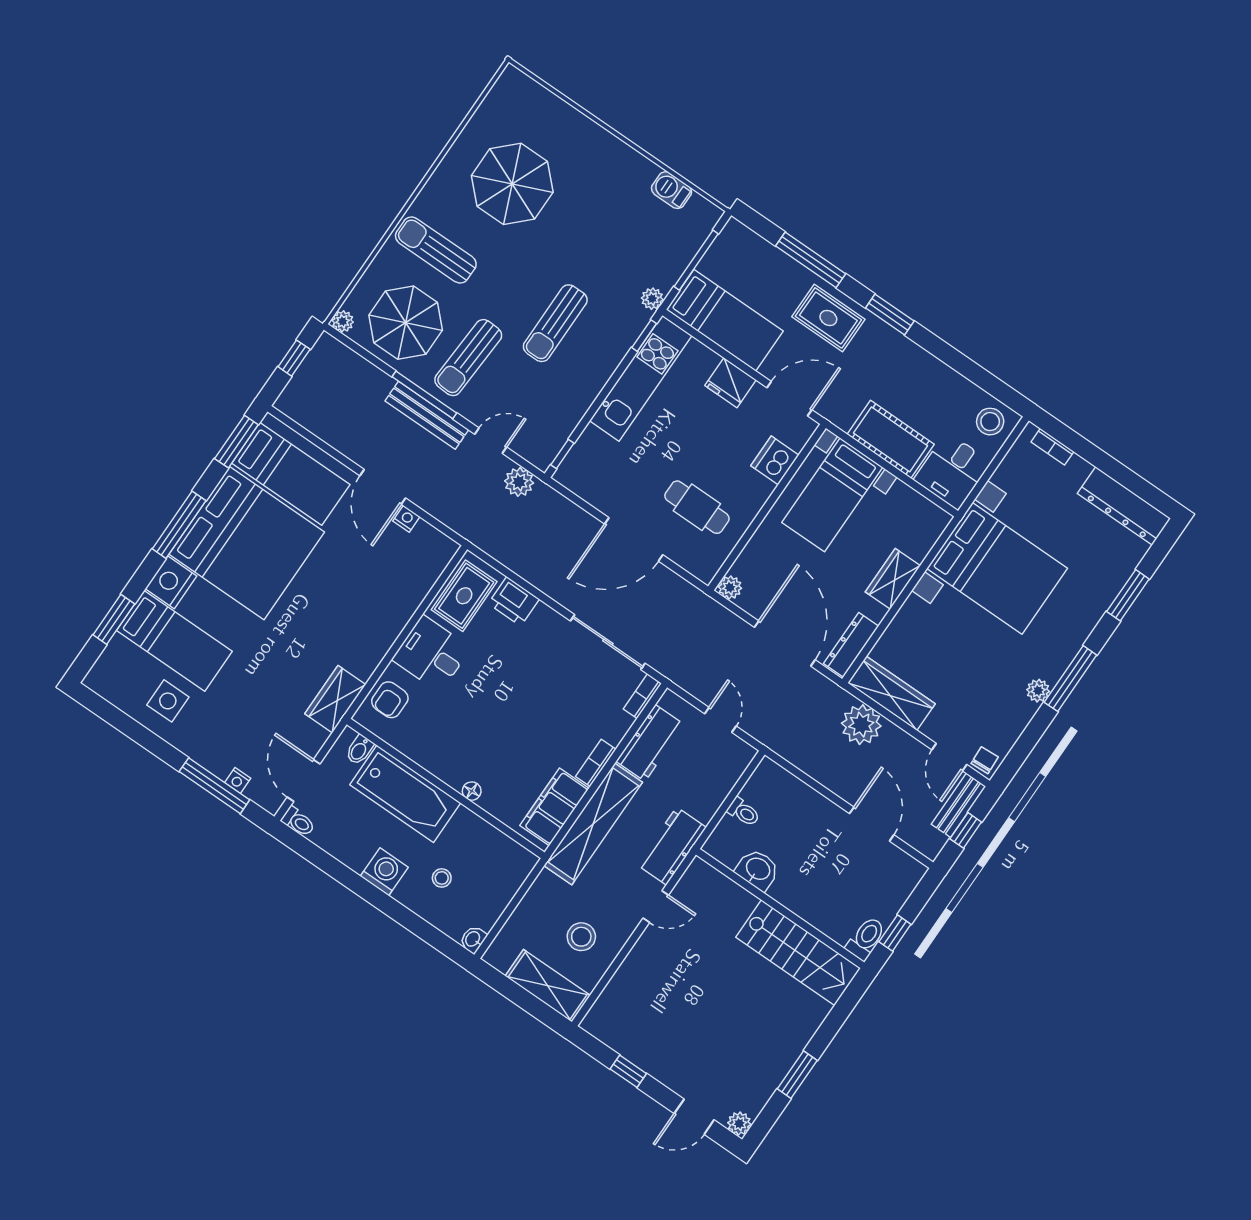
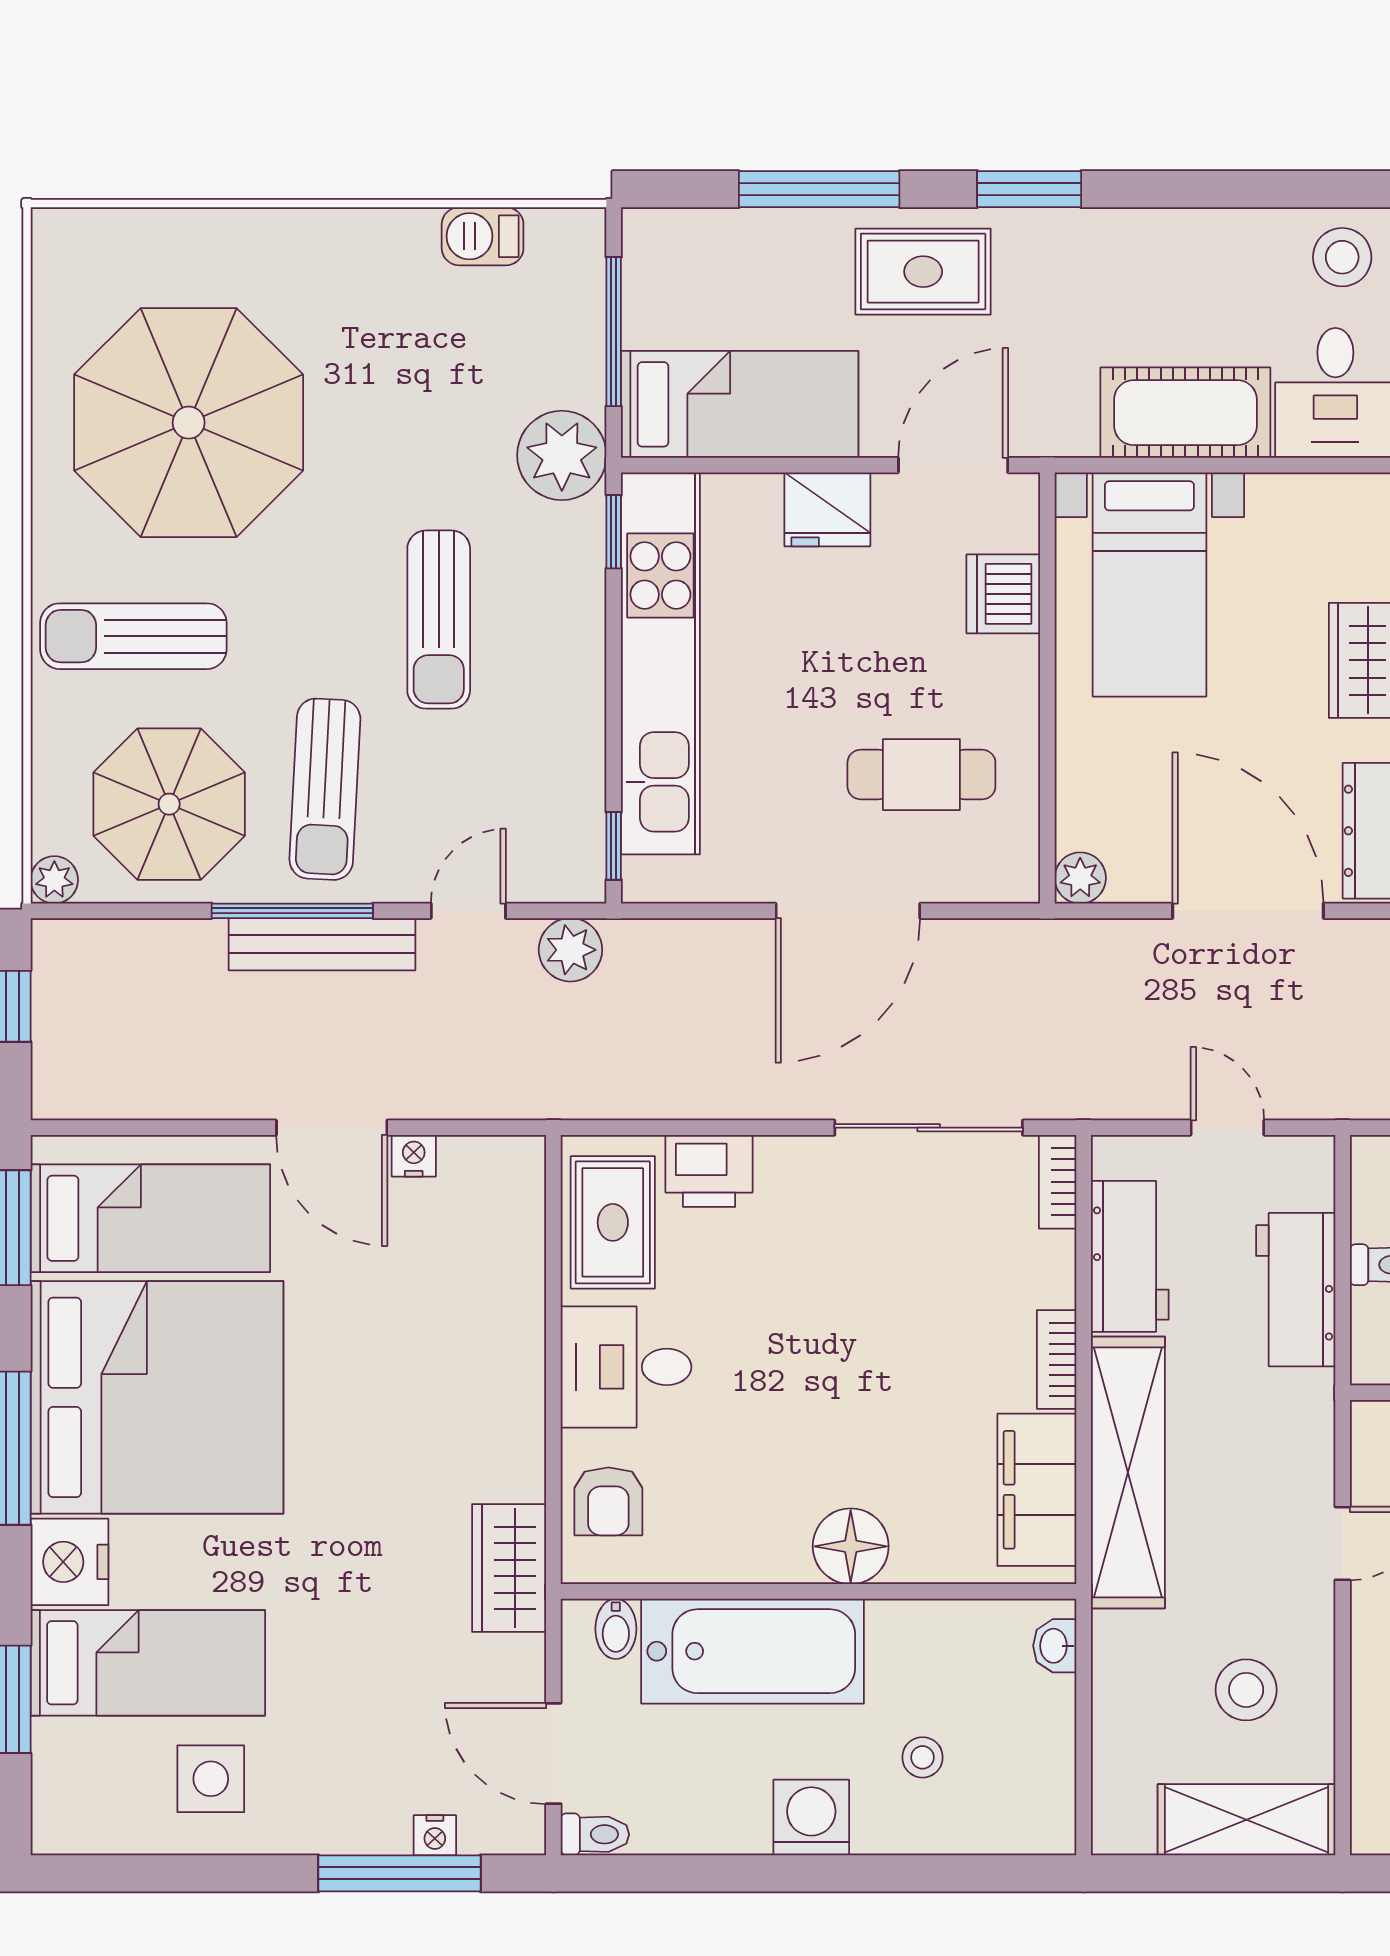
parasol: (512, 184) -> (189, 423), width x1.36, depth x1.36
plant: (652, 299) -> (562, 455), width x1.88, depth x1.88
kitchen unit: (641, 378) -> (660, 663), width x1.36
floor lamp: (472, 791) -> (851, 1546), width x1.89, depth x1.89
workbench: (671, 846) -> (1296, 1290), moved
washbasin: (473, 939) -> (1055, 1646), moved

